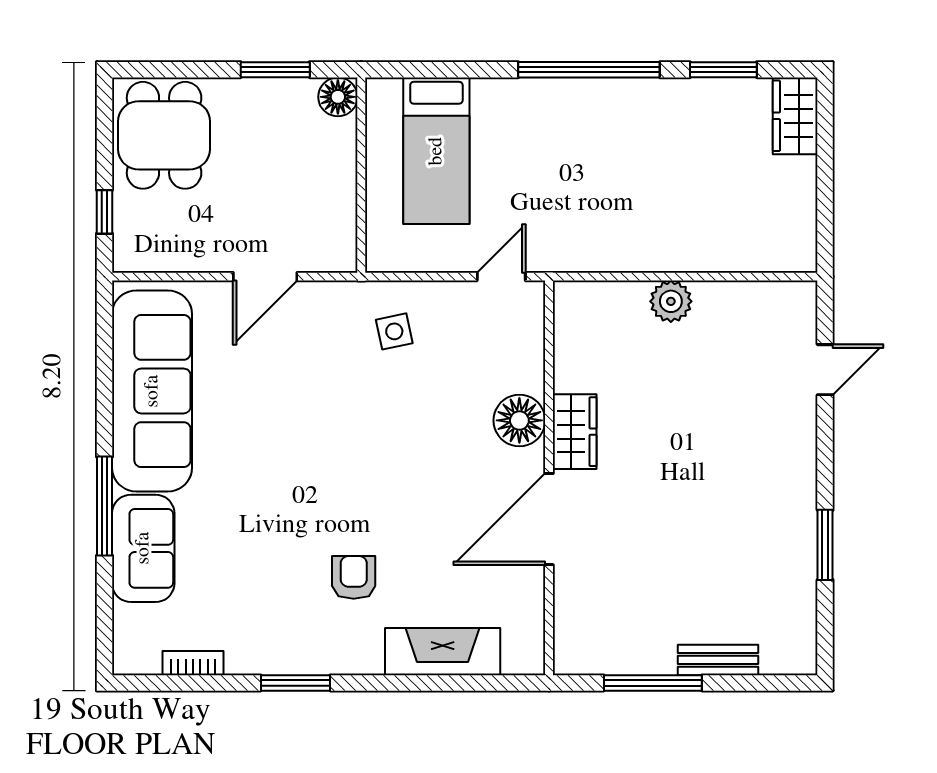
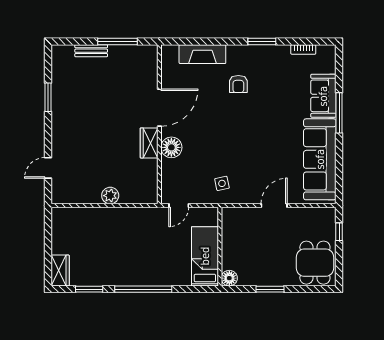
floor lamp: (338, 97) -> (229, 278), moved
wall: (361, 175) -> (220, 247), moved

